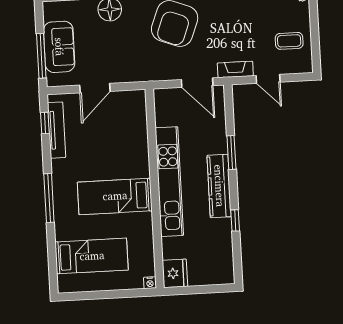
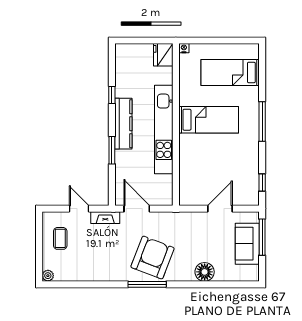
coffee table: (289, 41) -> (60, 238), turned 90
tv unit: (57, 130) -> (253, 176), removed

